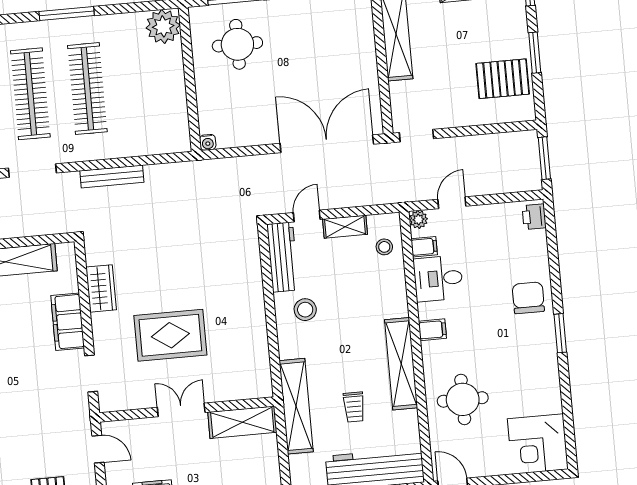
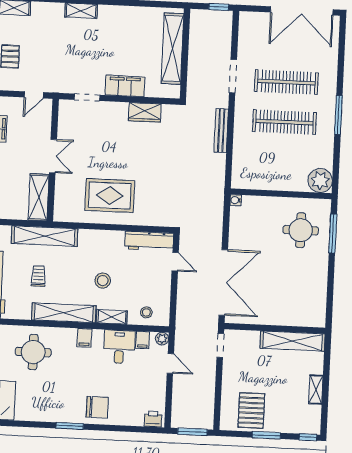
shelving: (345, 227) -> (112, 317), moved, turned 90
stool: (305, 310) -> (103, 281), moved
rug: (170, 335) -> (110, 196), moved, turned 90
trolley: (354, 407) -> (38, 276), turned 90

